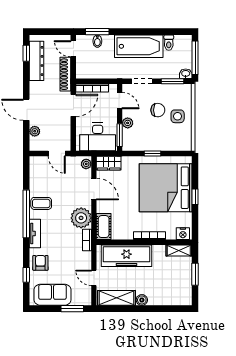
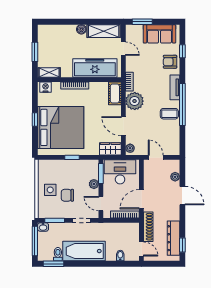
window: (97, 32) -> (54, 264), moved
armchair: (40, 263) -> (170, 62), turned 90

